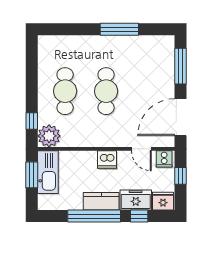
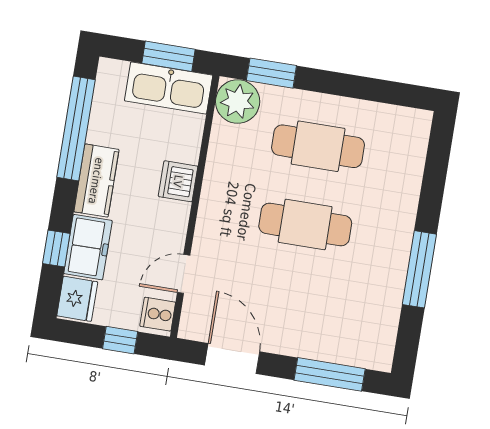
door: (180, 117) -> (232, 358), width x0.73
window: (32, 121) -> (271, 73), width x1.50
dishwasher: (107, 160) -> (178, 181), moved
window: (94, 216) -> (76, 129), moved

